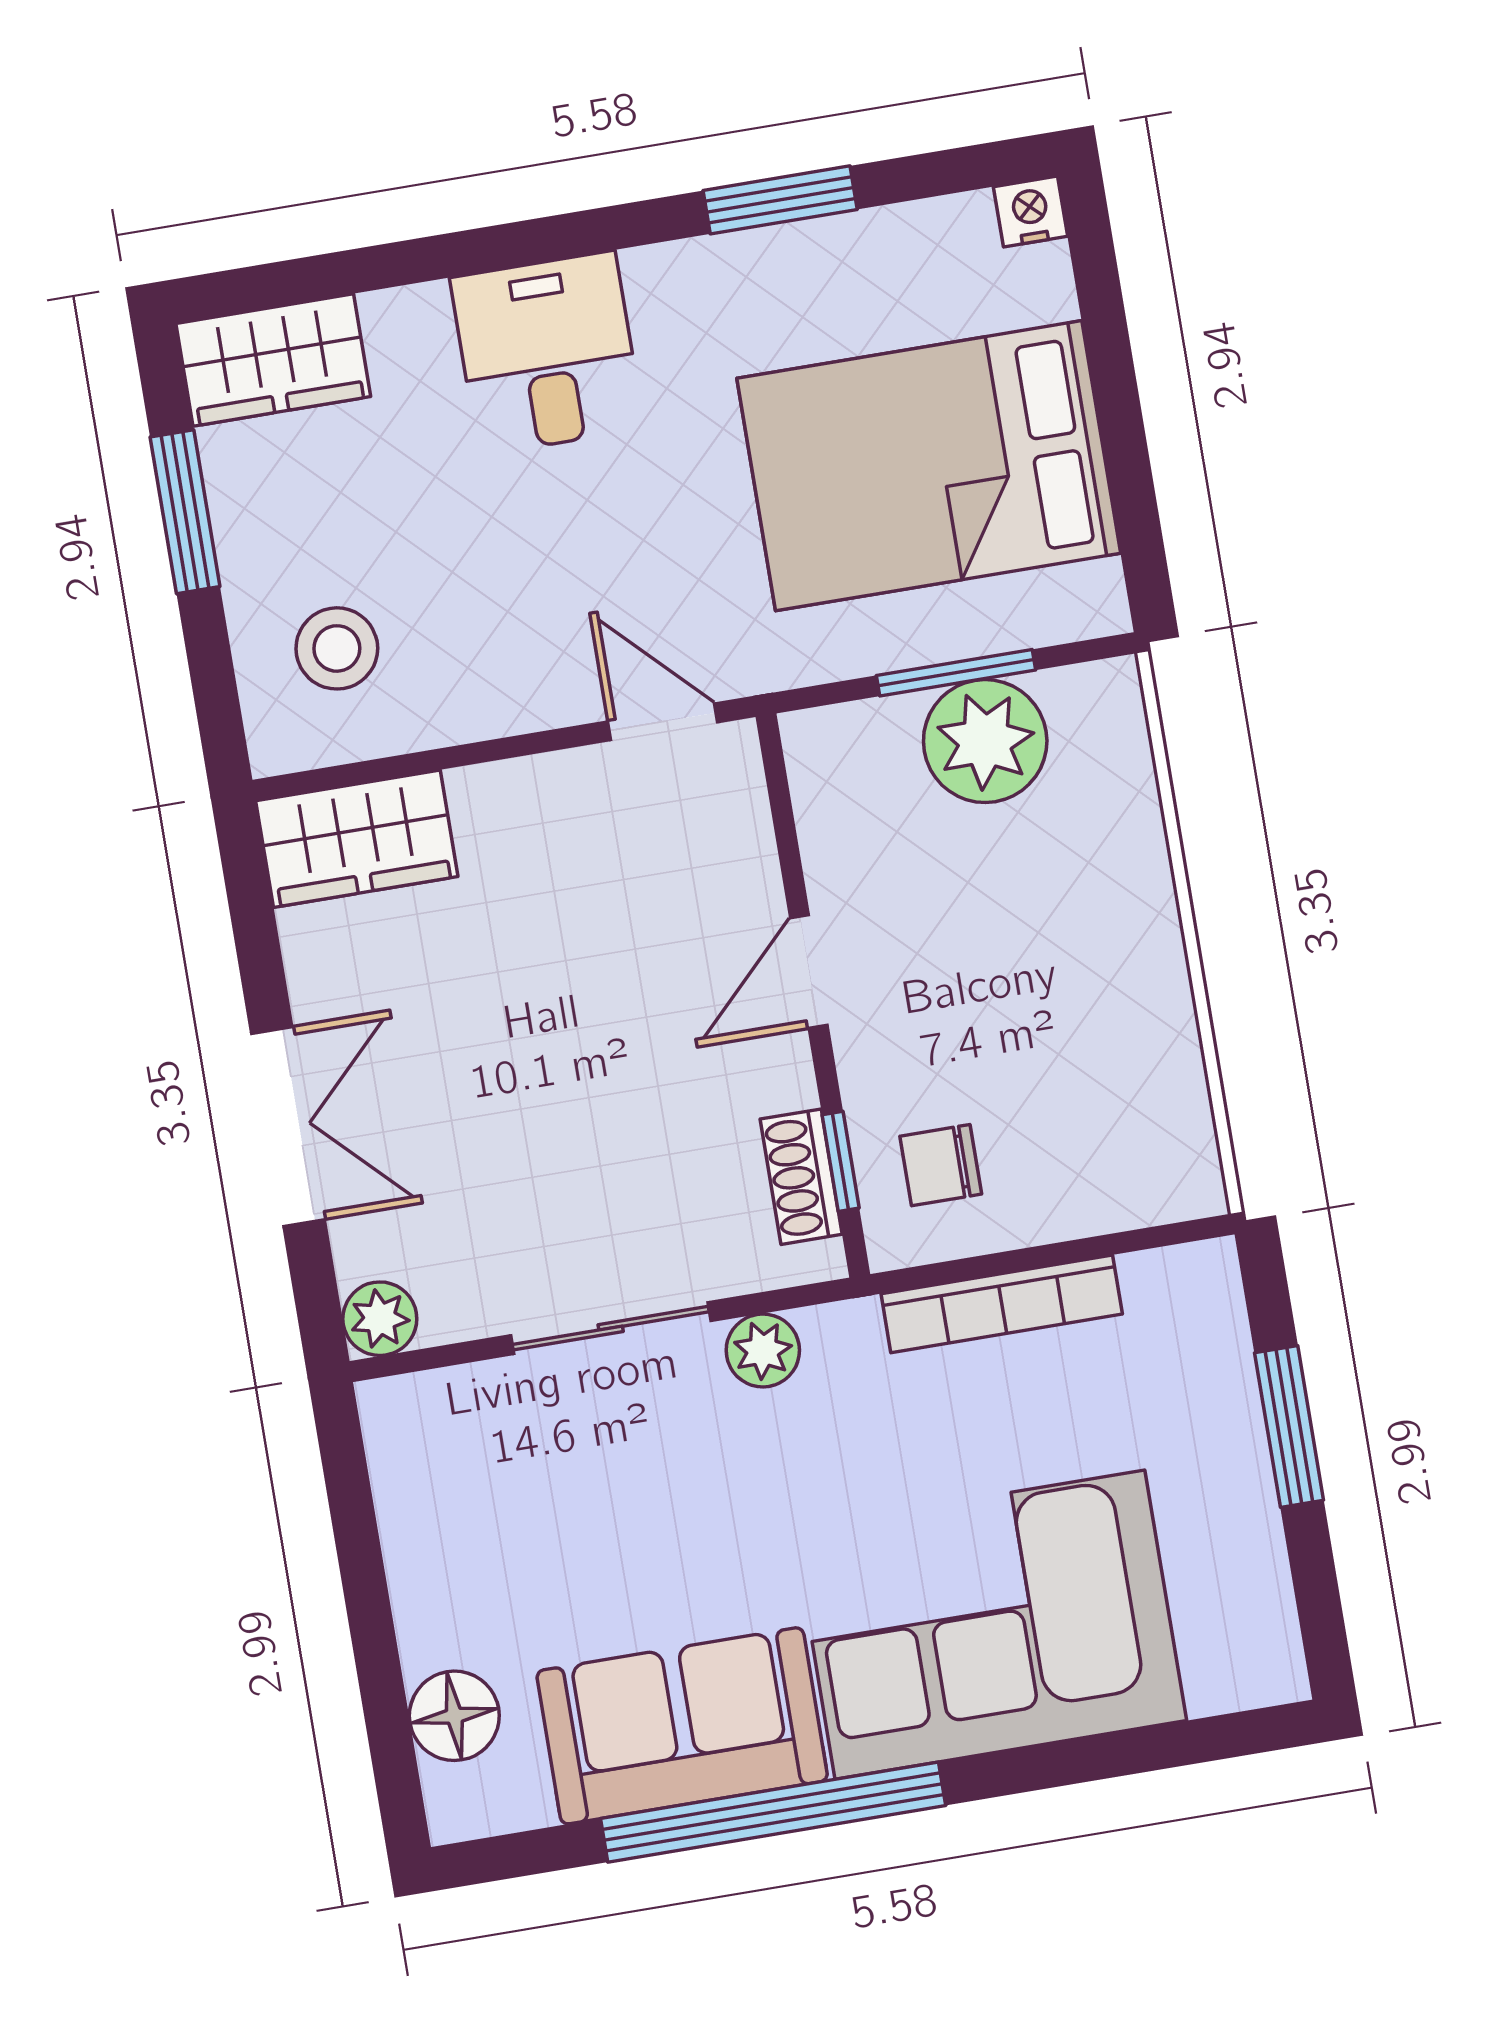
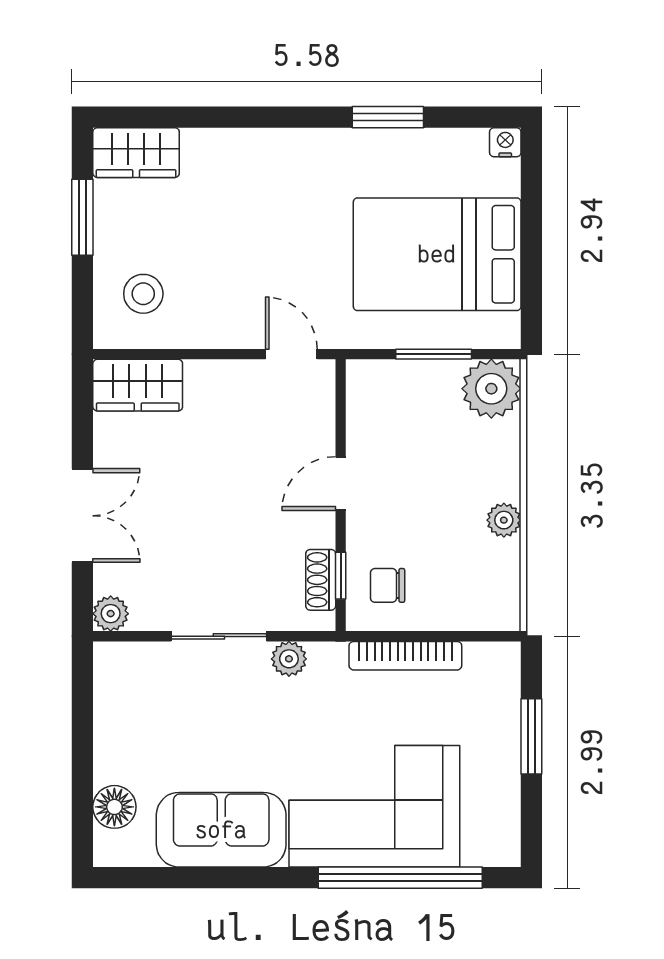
desk: (547, 353) -> (266, 171), removed
plant: (985, 741) -> (491, 389), moved
plant: (1158, 990) -> (504, 520), added
window: (773, 1812) -> (400, 878), moved

